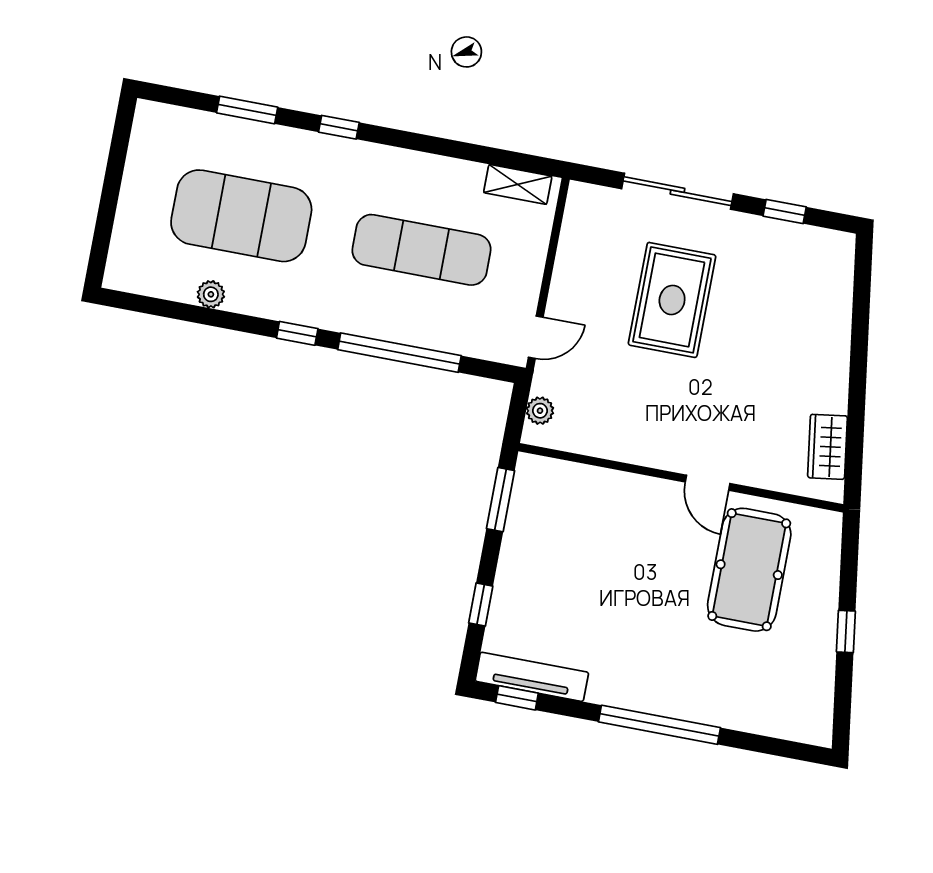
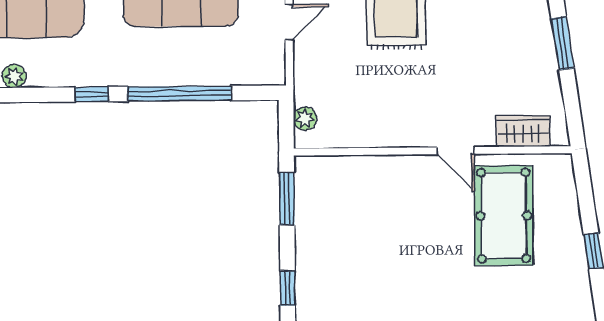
door: (536, 337) -> (289, 22), moved
window: (857, 382) -> (563, 43), added
wardrobe: (827, 447) -> (523, 131), moved, turned 98

